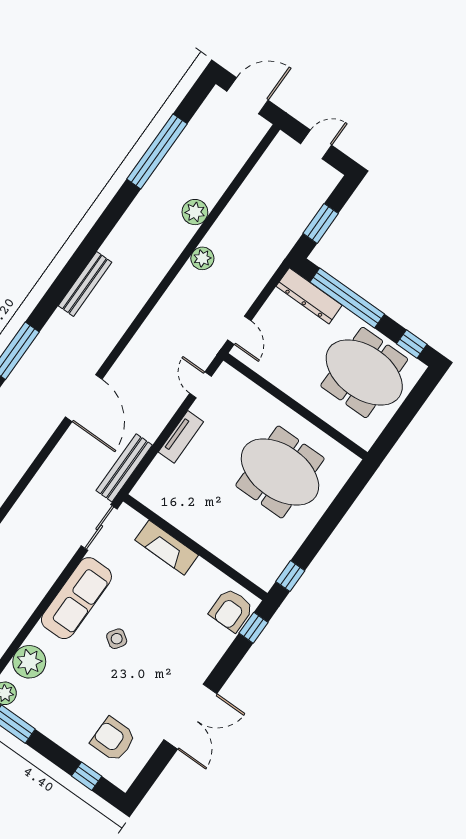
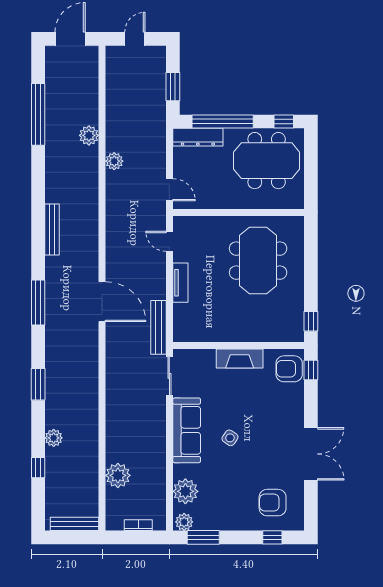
meeting table: (280, 472) -> (258, 261), turned 90
fireplace: (167, 548) -> (240, 358), moved
armchair: (231, 610) -> (289, 369), turned 90

